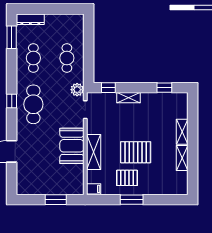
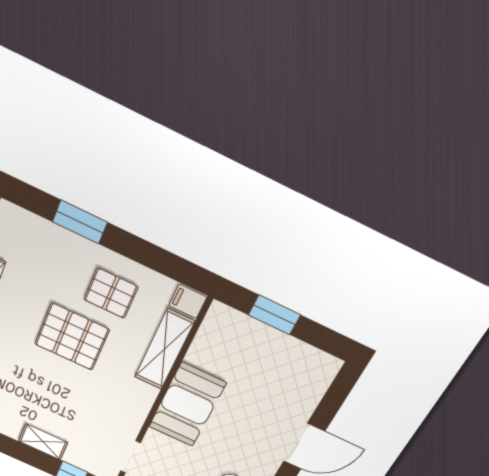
shelving: (94, 152) -> (164, 349), moved
window: (132, 200) -> (80, 222), moved

